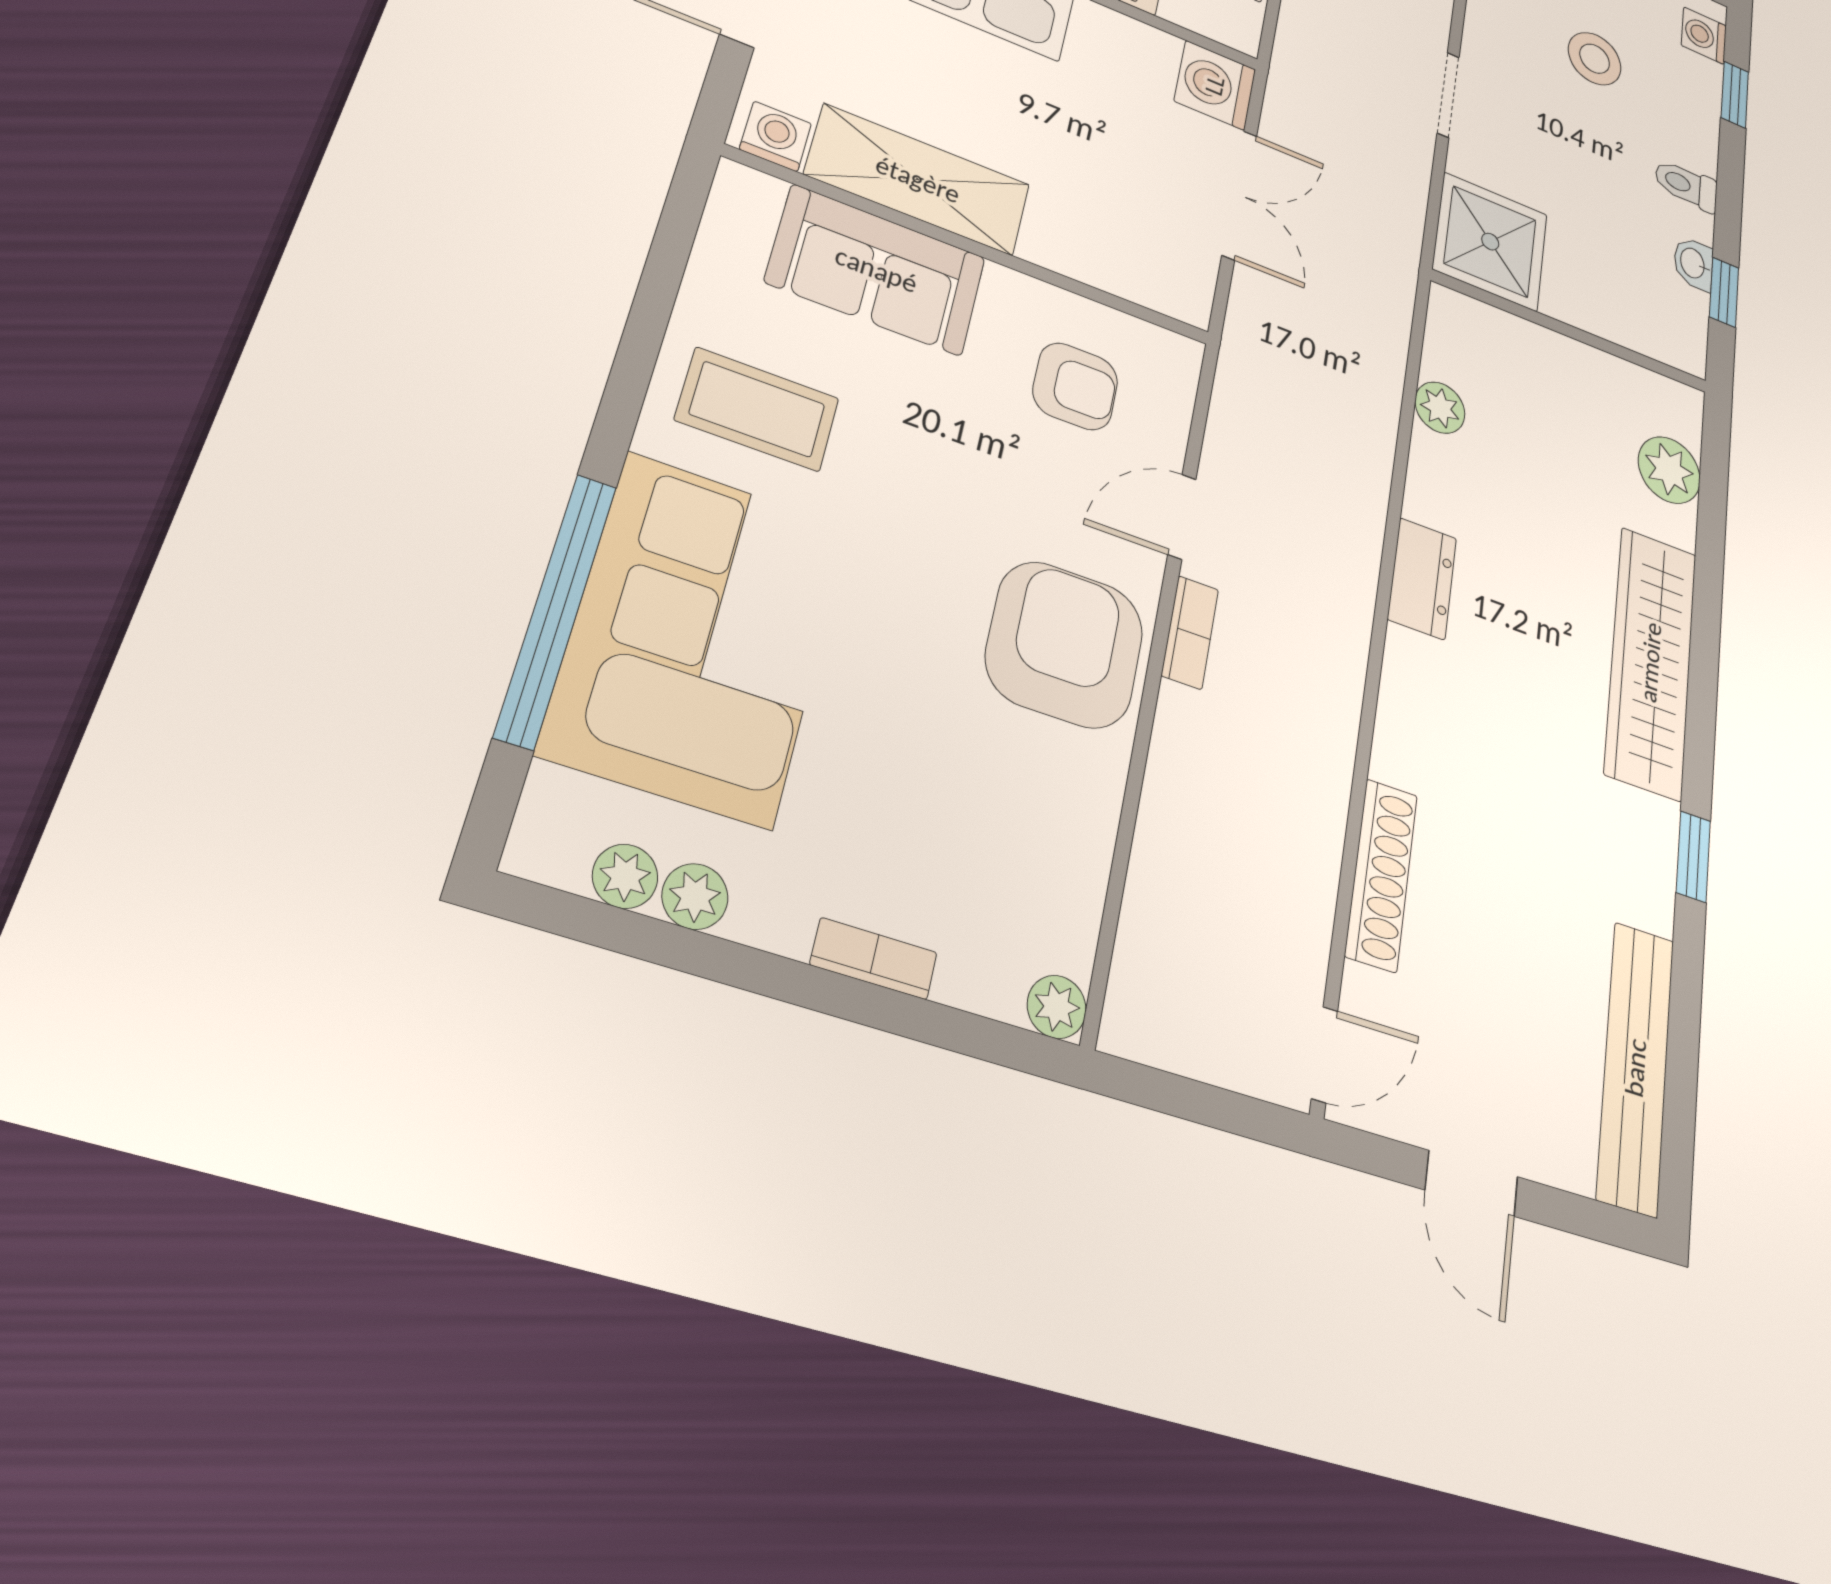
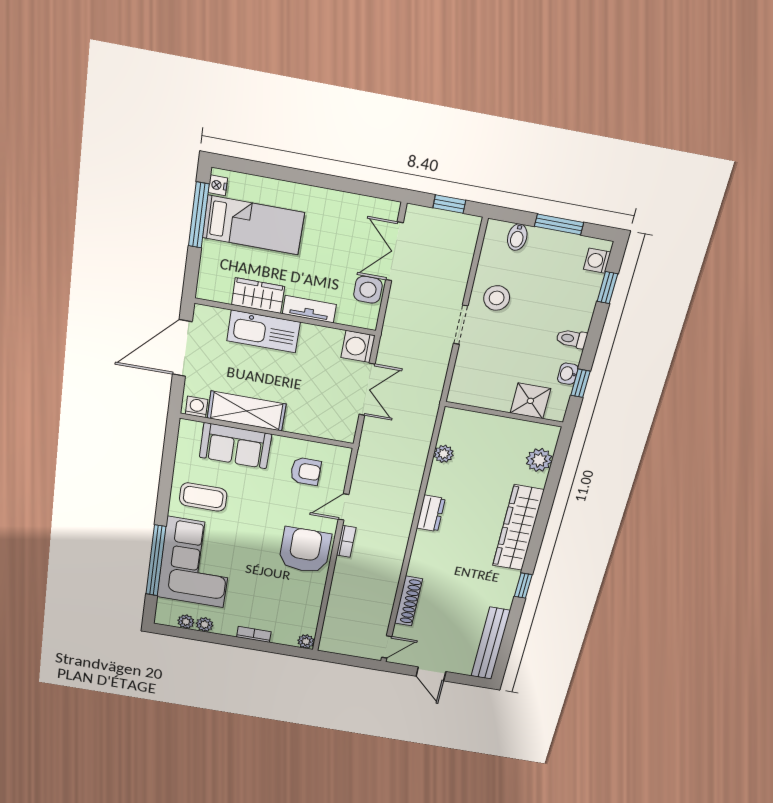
stool: (1595, 59) -> (497, 298), moved
shower: (1490, 242) -> (530, 401), moved, width x0.73, depth x0.73

